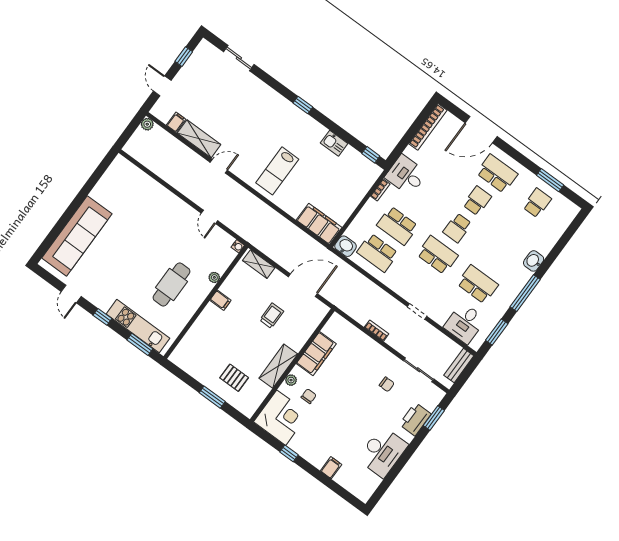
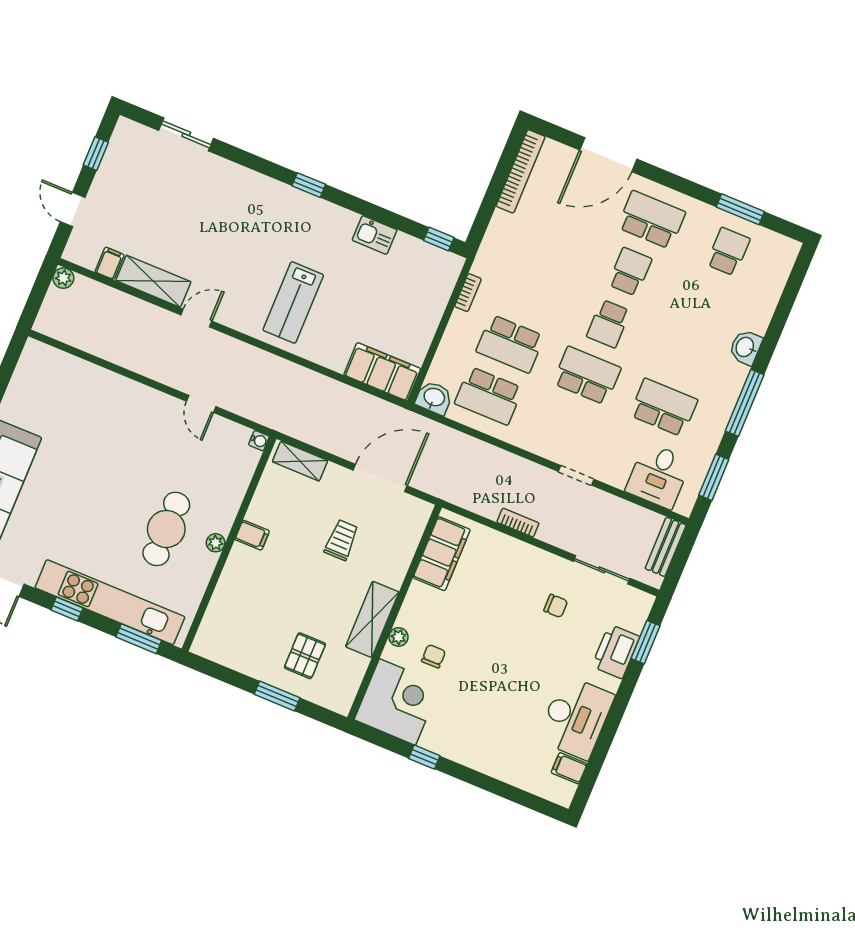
desk: (406, 175) -> (504, 258), removed
plant: (214, 277) -> (216, 543), moved
kitchen unit: (138, 326) -> (110, 602), width x1.36
filing cabinet: (316, 354) -> (442, 554), moved
pallet: (234, 378) -> (305, 656), turned 90
filing cabinet: (331, 468) -> (569, 768), moved, turned -90

